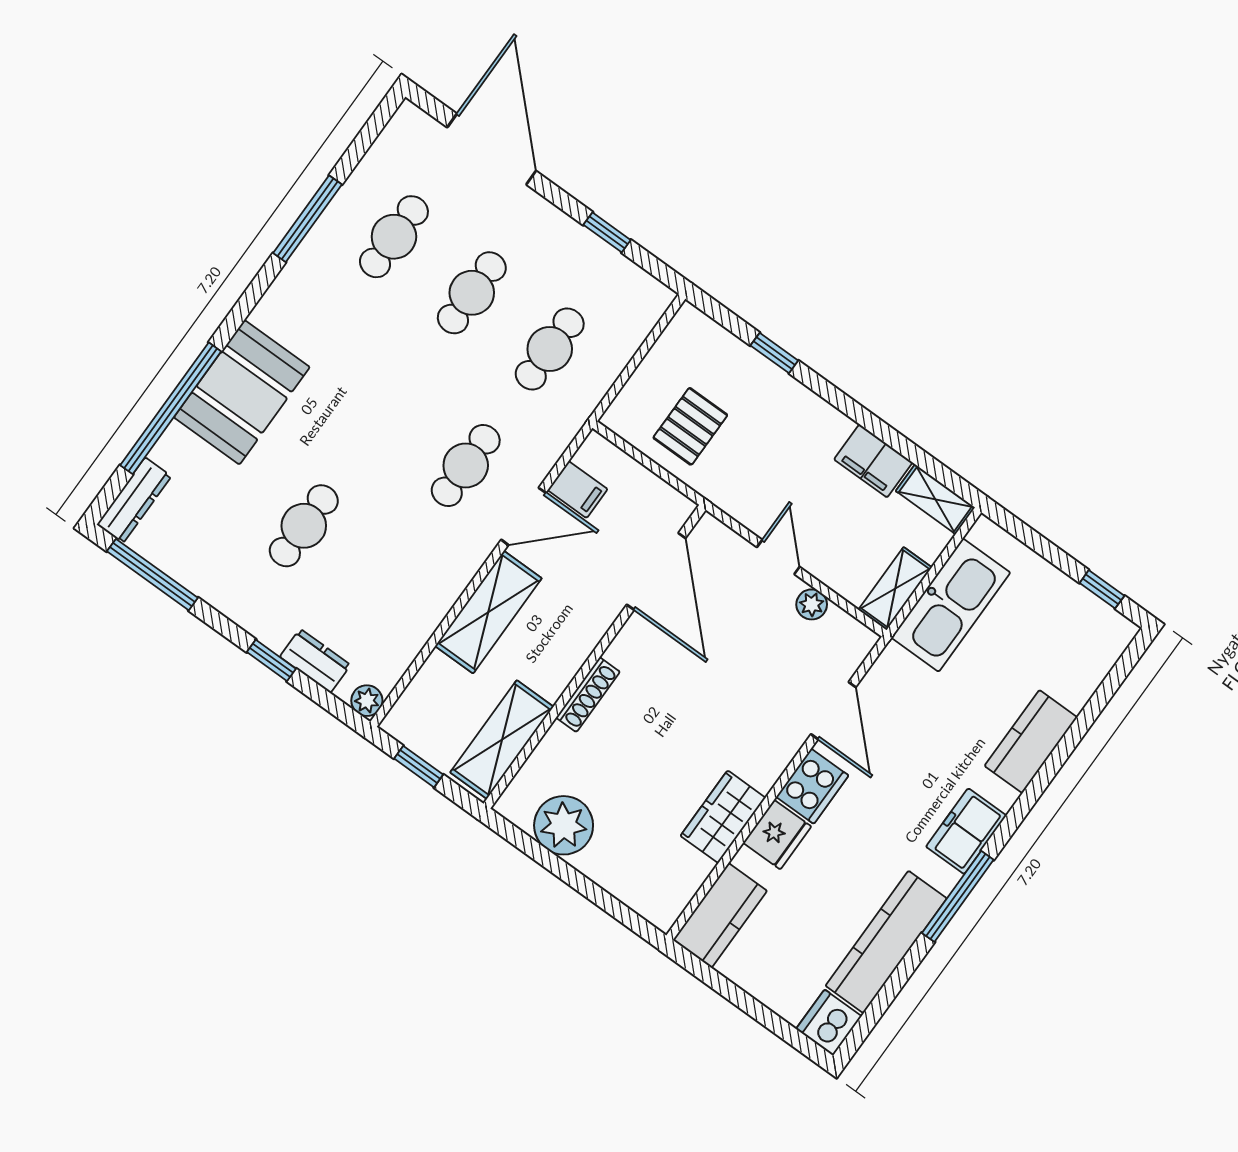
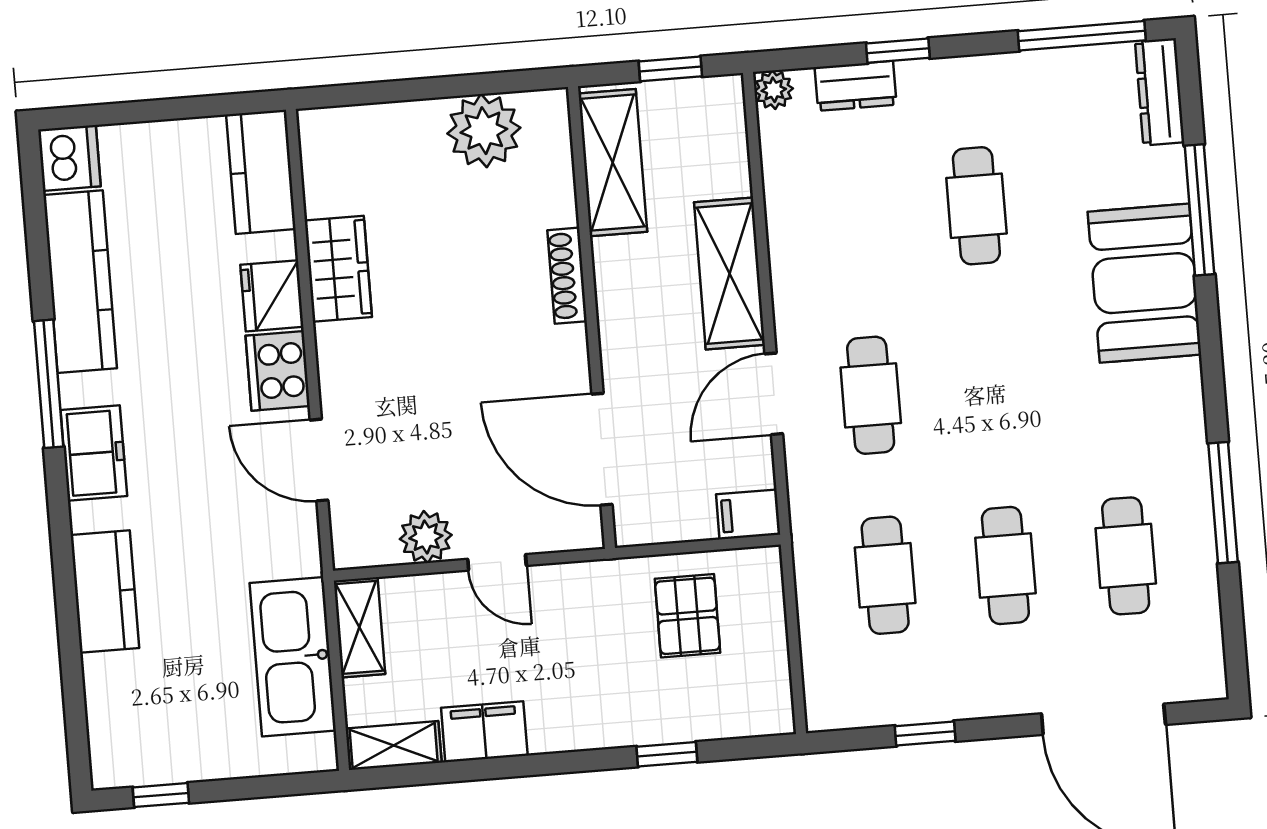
window: (171, 408) -> (1199, 210), width x0.68
filing cabinet: (578, 490) -> (748, 514), moved
plant: (812, 604) -> (426, 537), width x1.38, depth x1.38

